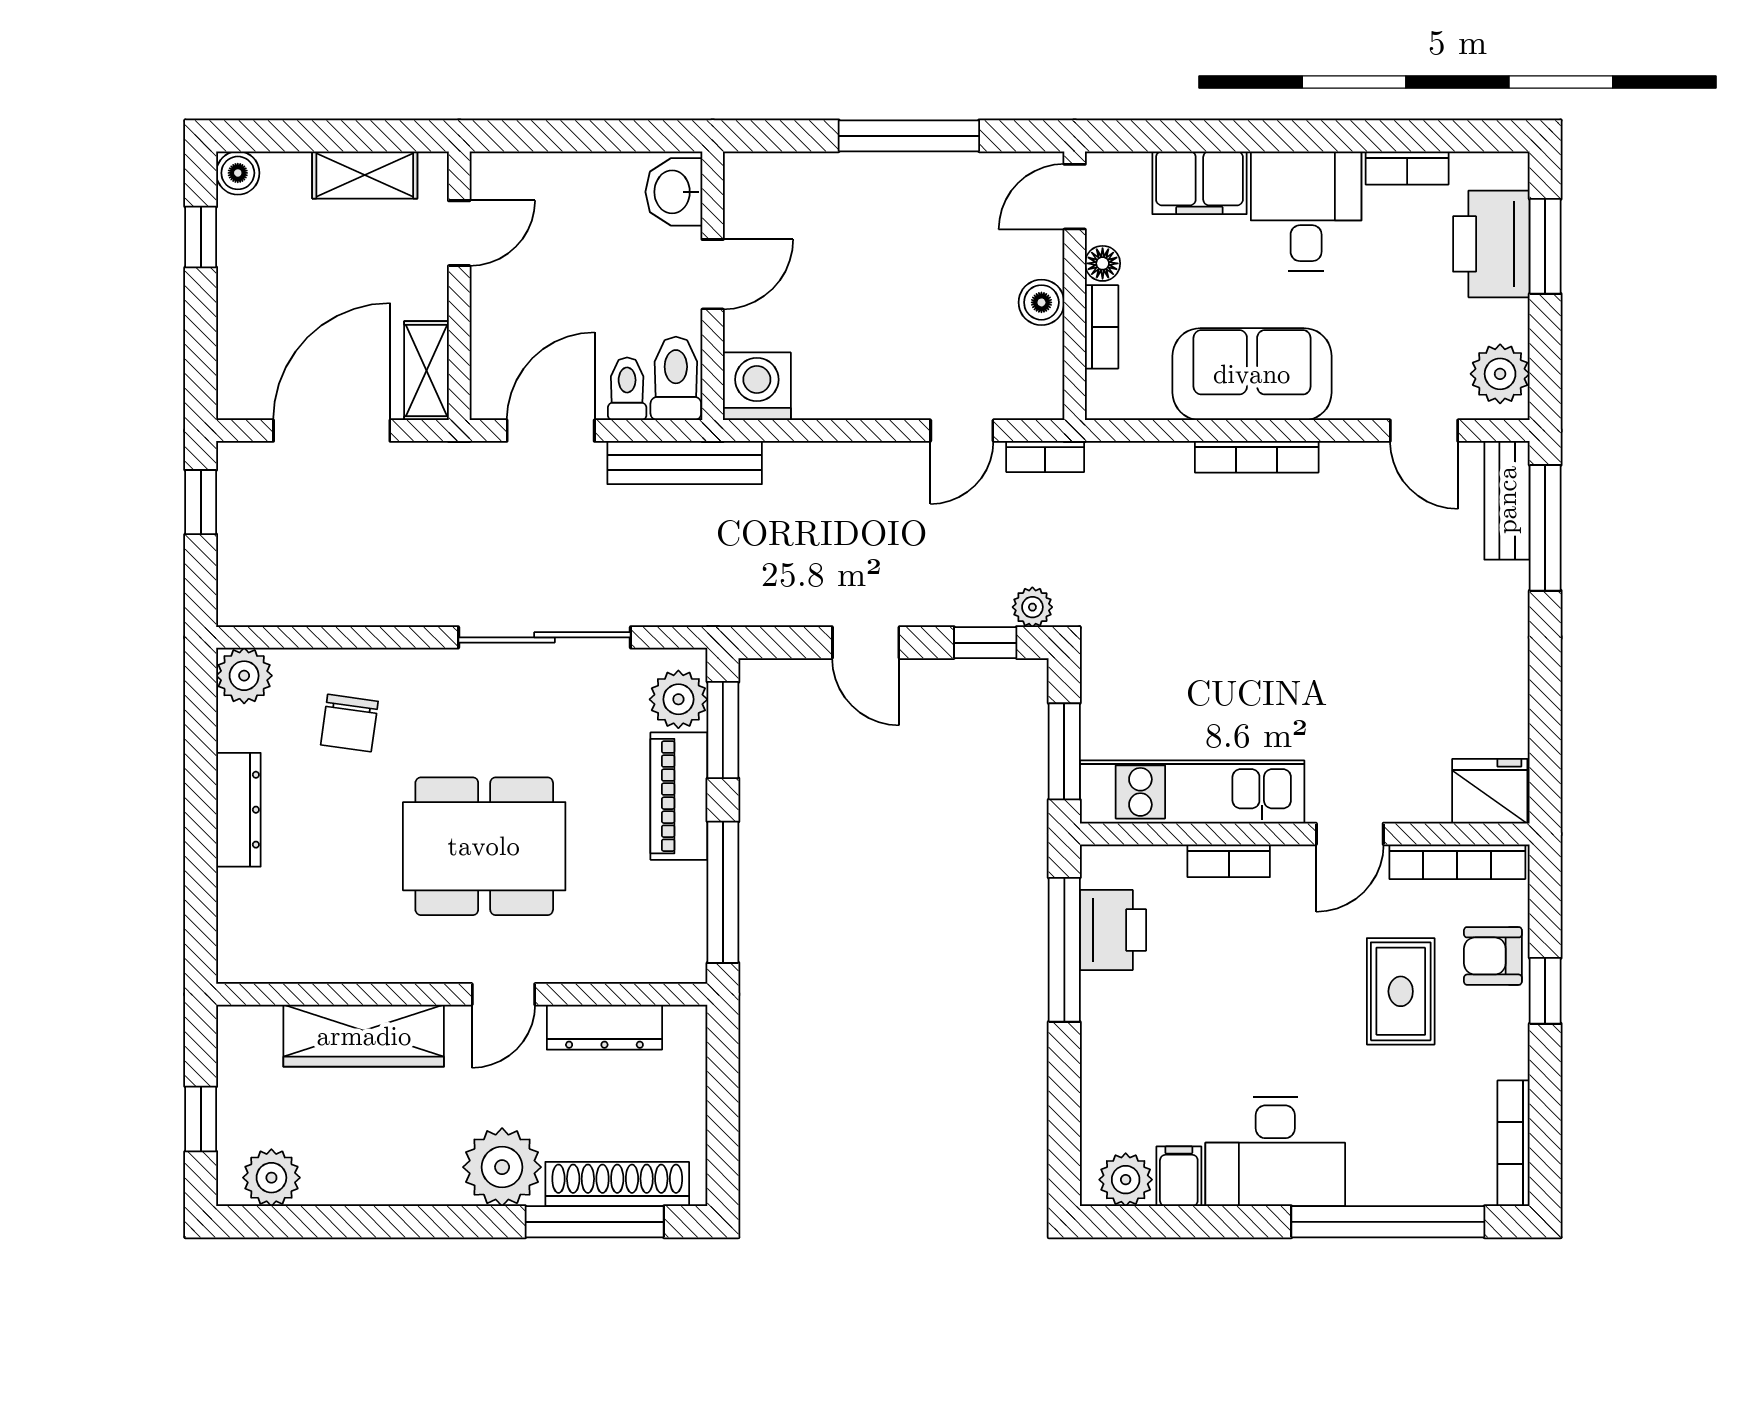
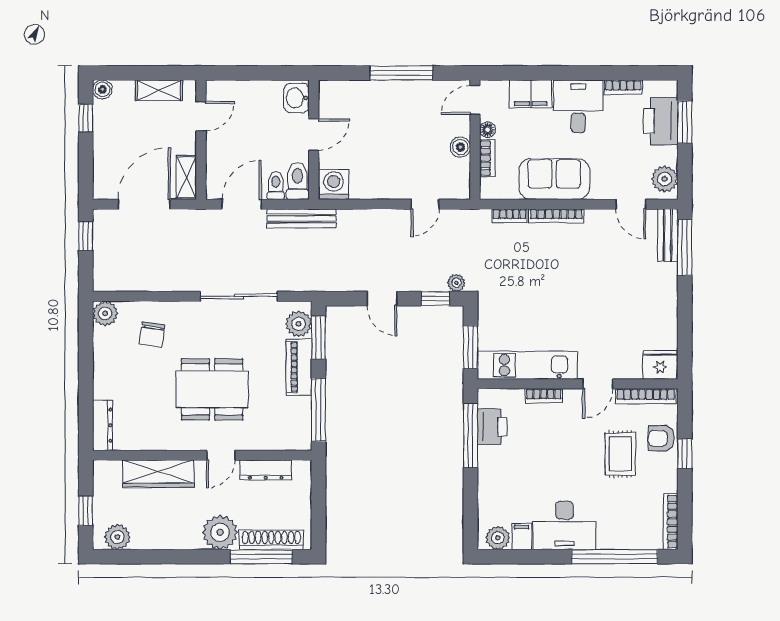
bookcase: (1045, 456) -> (509, 216), moved
dresser: (238, 810) -> (103, 425), moved

